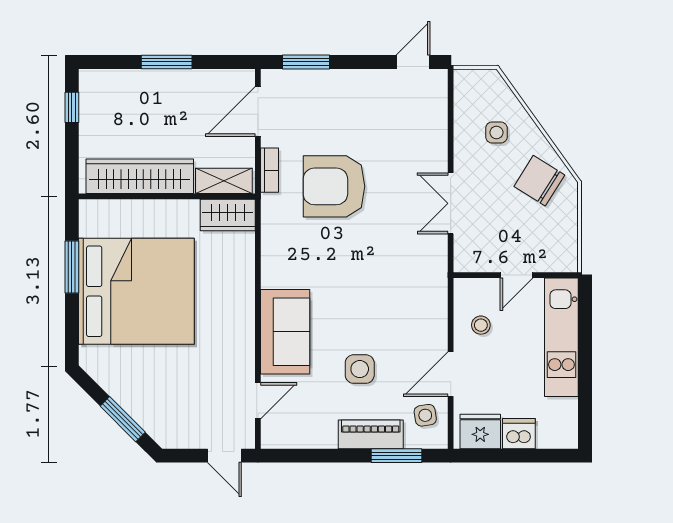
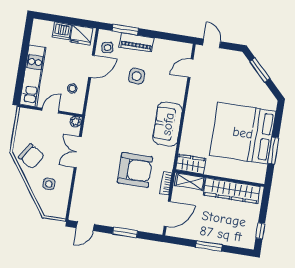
window: (306, 62) -> (125, 233), moved
double door: (451, 203) -> (78, 152), swing flipped
plant: (464, 262) -> (76, 122), added
sofa: (285, 332) -> (168, 124), moved

